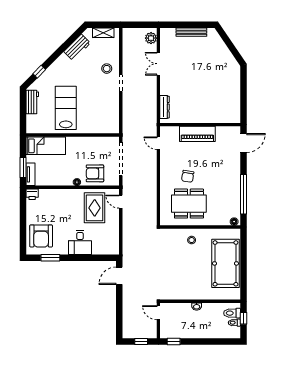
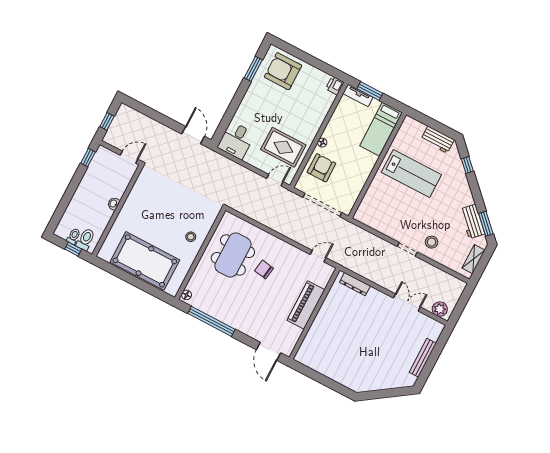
window: (74, 37) -> (486, 224), added
desk: (80, 243) -> (236, 140), moved, turned -90

